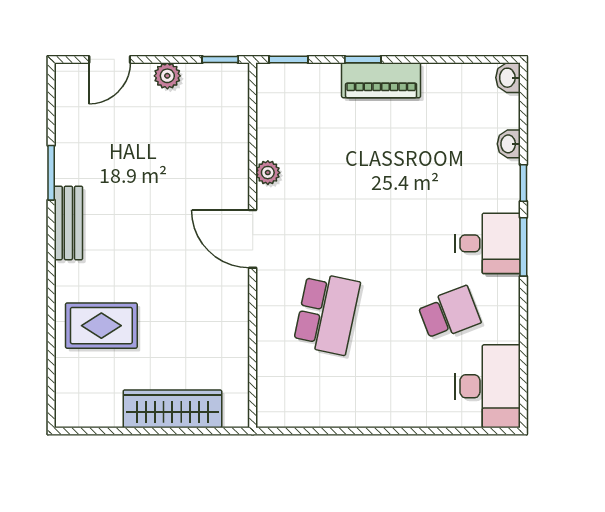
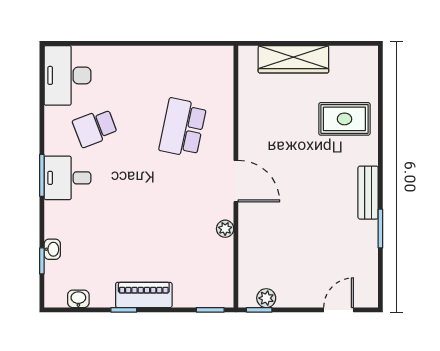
window: (363, 59) -> (124, 310), moved
plant: (167, 76) -> (266, 298), moved
washbasin: (508, 78) -> (78, 299), moved, turned -90
window: (523, 183) -> (42, 261), moved

